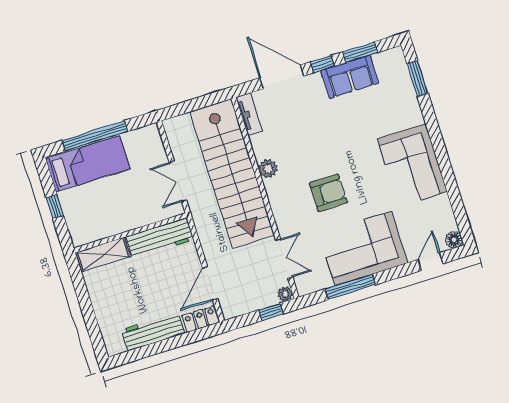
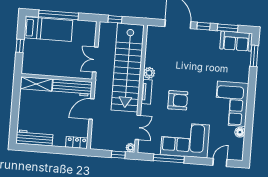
sofa: (350, 77) -> (236, 41), moved
window: (183, 108) -> (115, 19), added
tv unit: (249, 114) -> (147, 92), moved
floor lamp: (454, 240) -> (240, 132), moved
door: (210, 283) -> (91, 109), moved
workbench: (153, 332) -> (34, 138), moved

